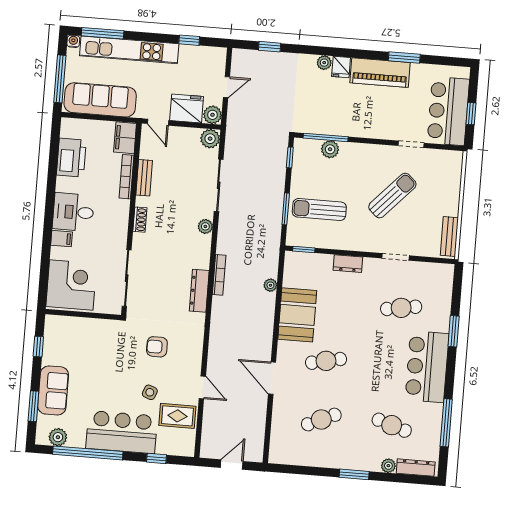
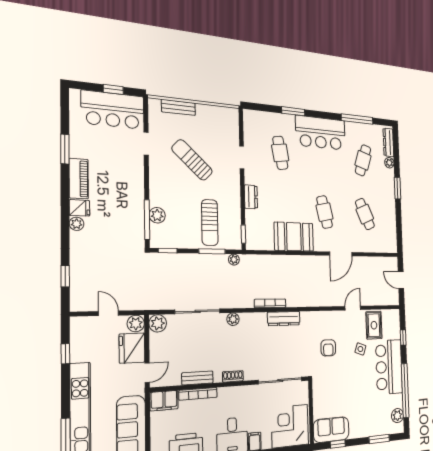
piano: (380, 73) -> (79, 179), width x0.73, depth x0.75
bench: (449, 236) -> (178, 107), moved
plant: (270, 285) -> (234, 260), moved
sofa: (53, 390) -> (331, 430), moved

